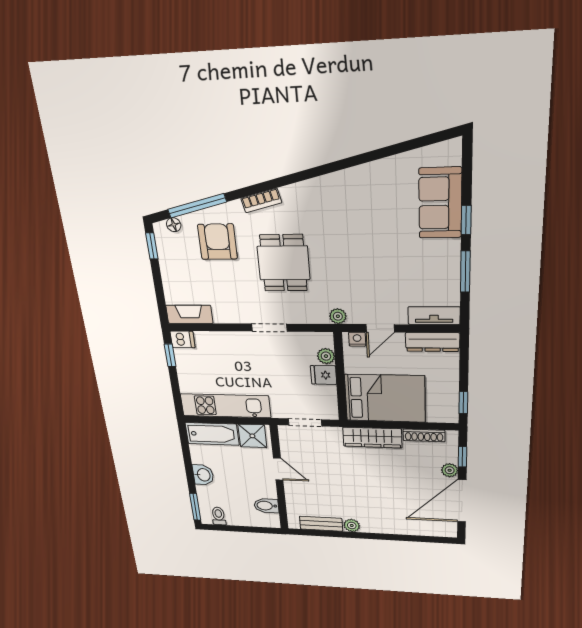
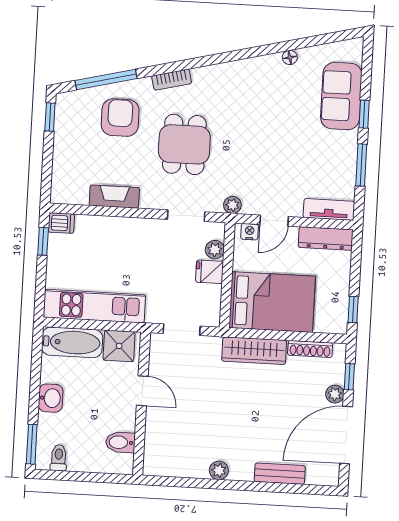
floor lamp: (174, 225) -> (290, 57), moved
fireplace: (189, 314) -> (114, 197), moved
doorway: (269, 328) -> (186, 216), moved
bench: (321, 524) -> (280, 474), moved

